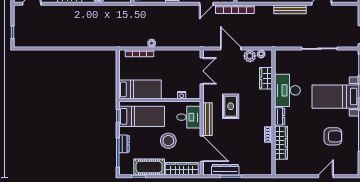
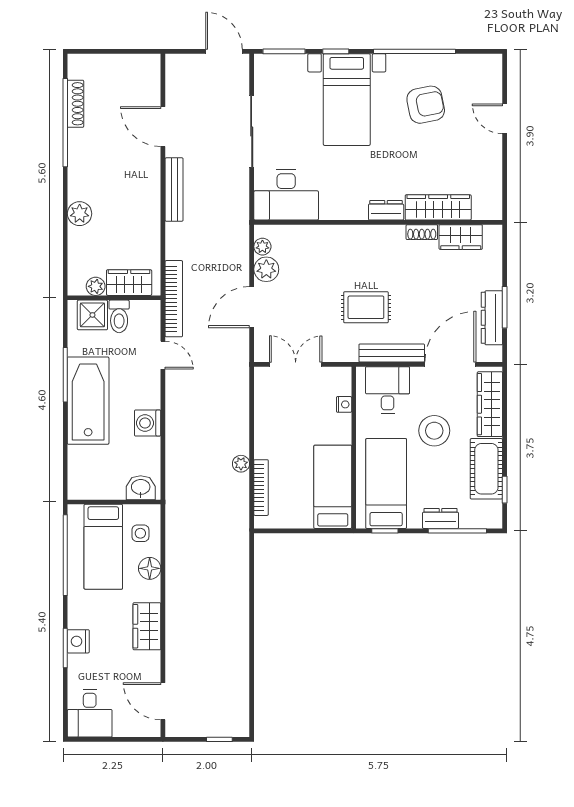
wardrobe: (266, 78) -> (461, 237), moved
desk: (287, 90) -> (286, 195), moved
armchair: (333, 136) -> (426, 105), turned 79

